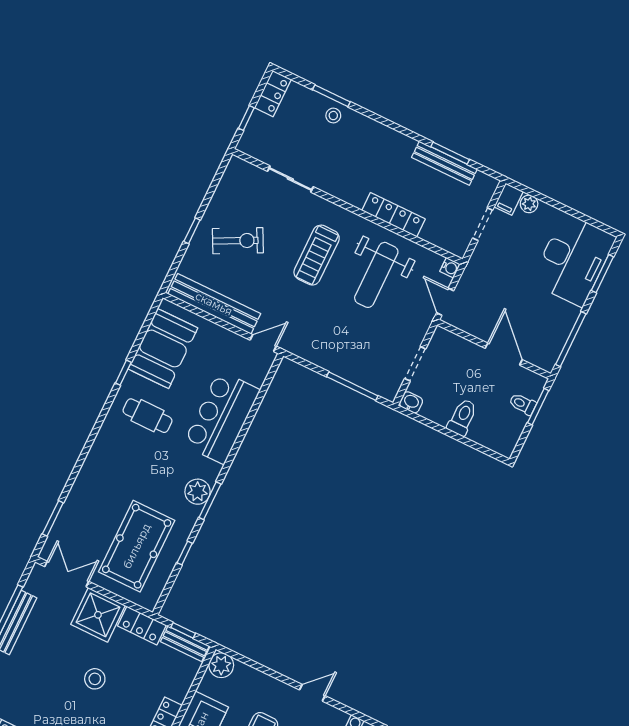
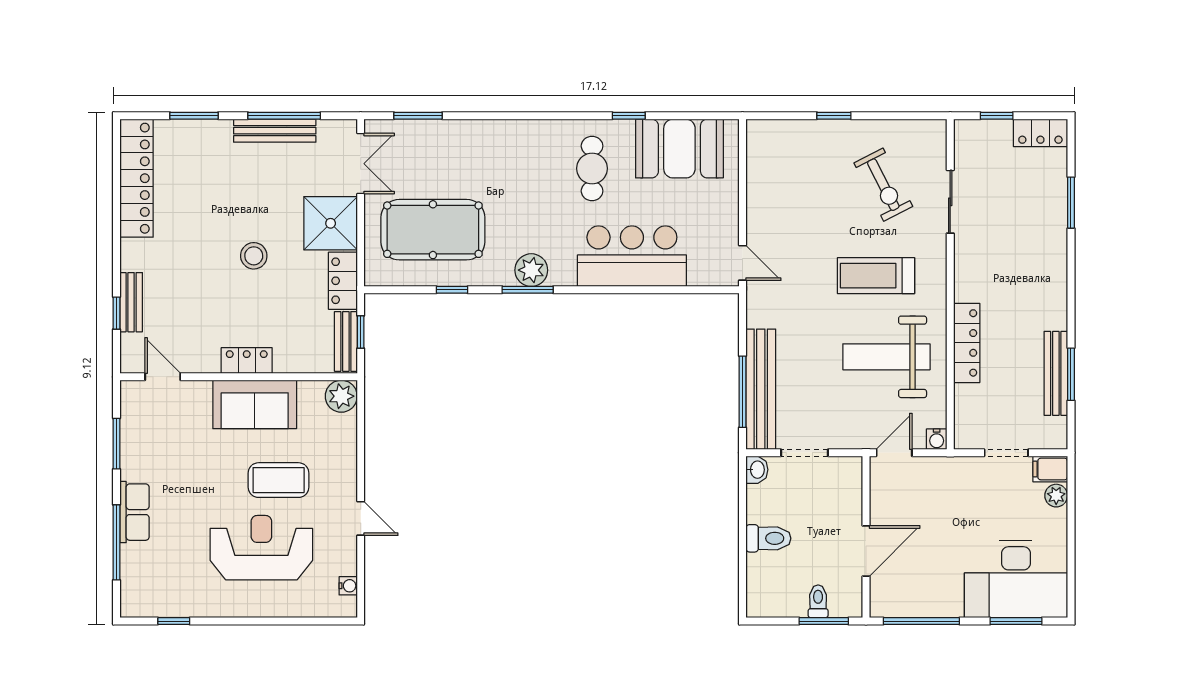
stool: (333, 116) -> (1049, 216), removed
exercise bike: (238, 241) -> (883, 185), moved
bench: (214, 304) -> (761, 389), moved

